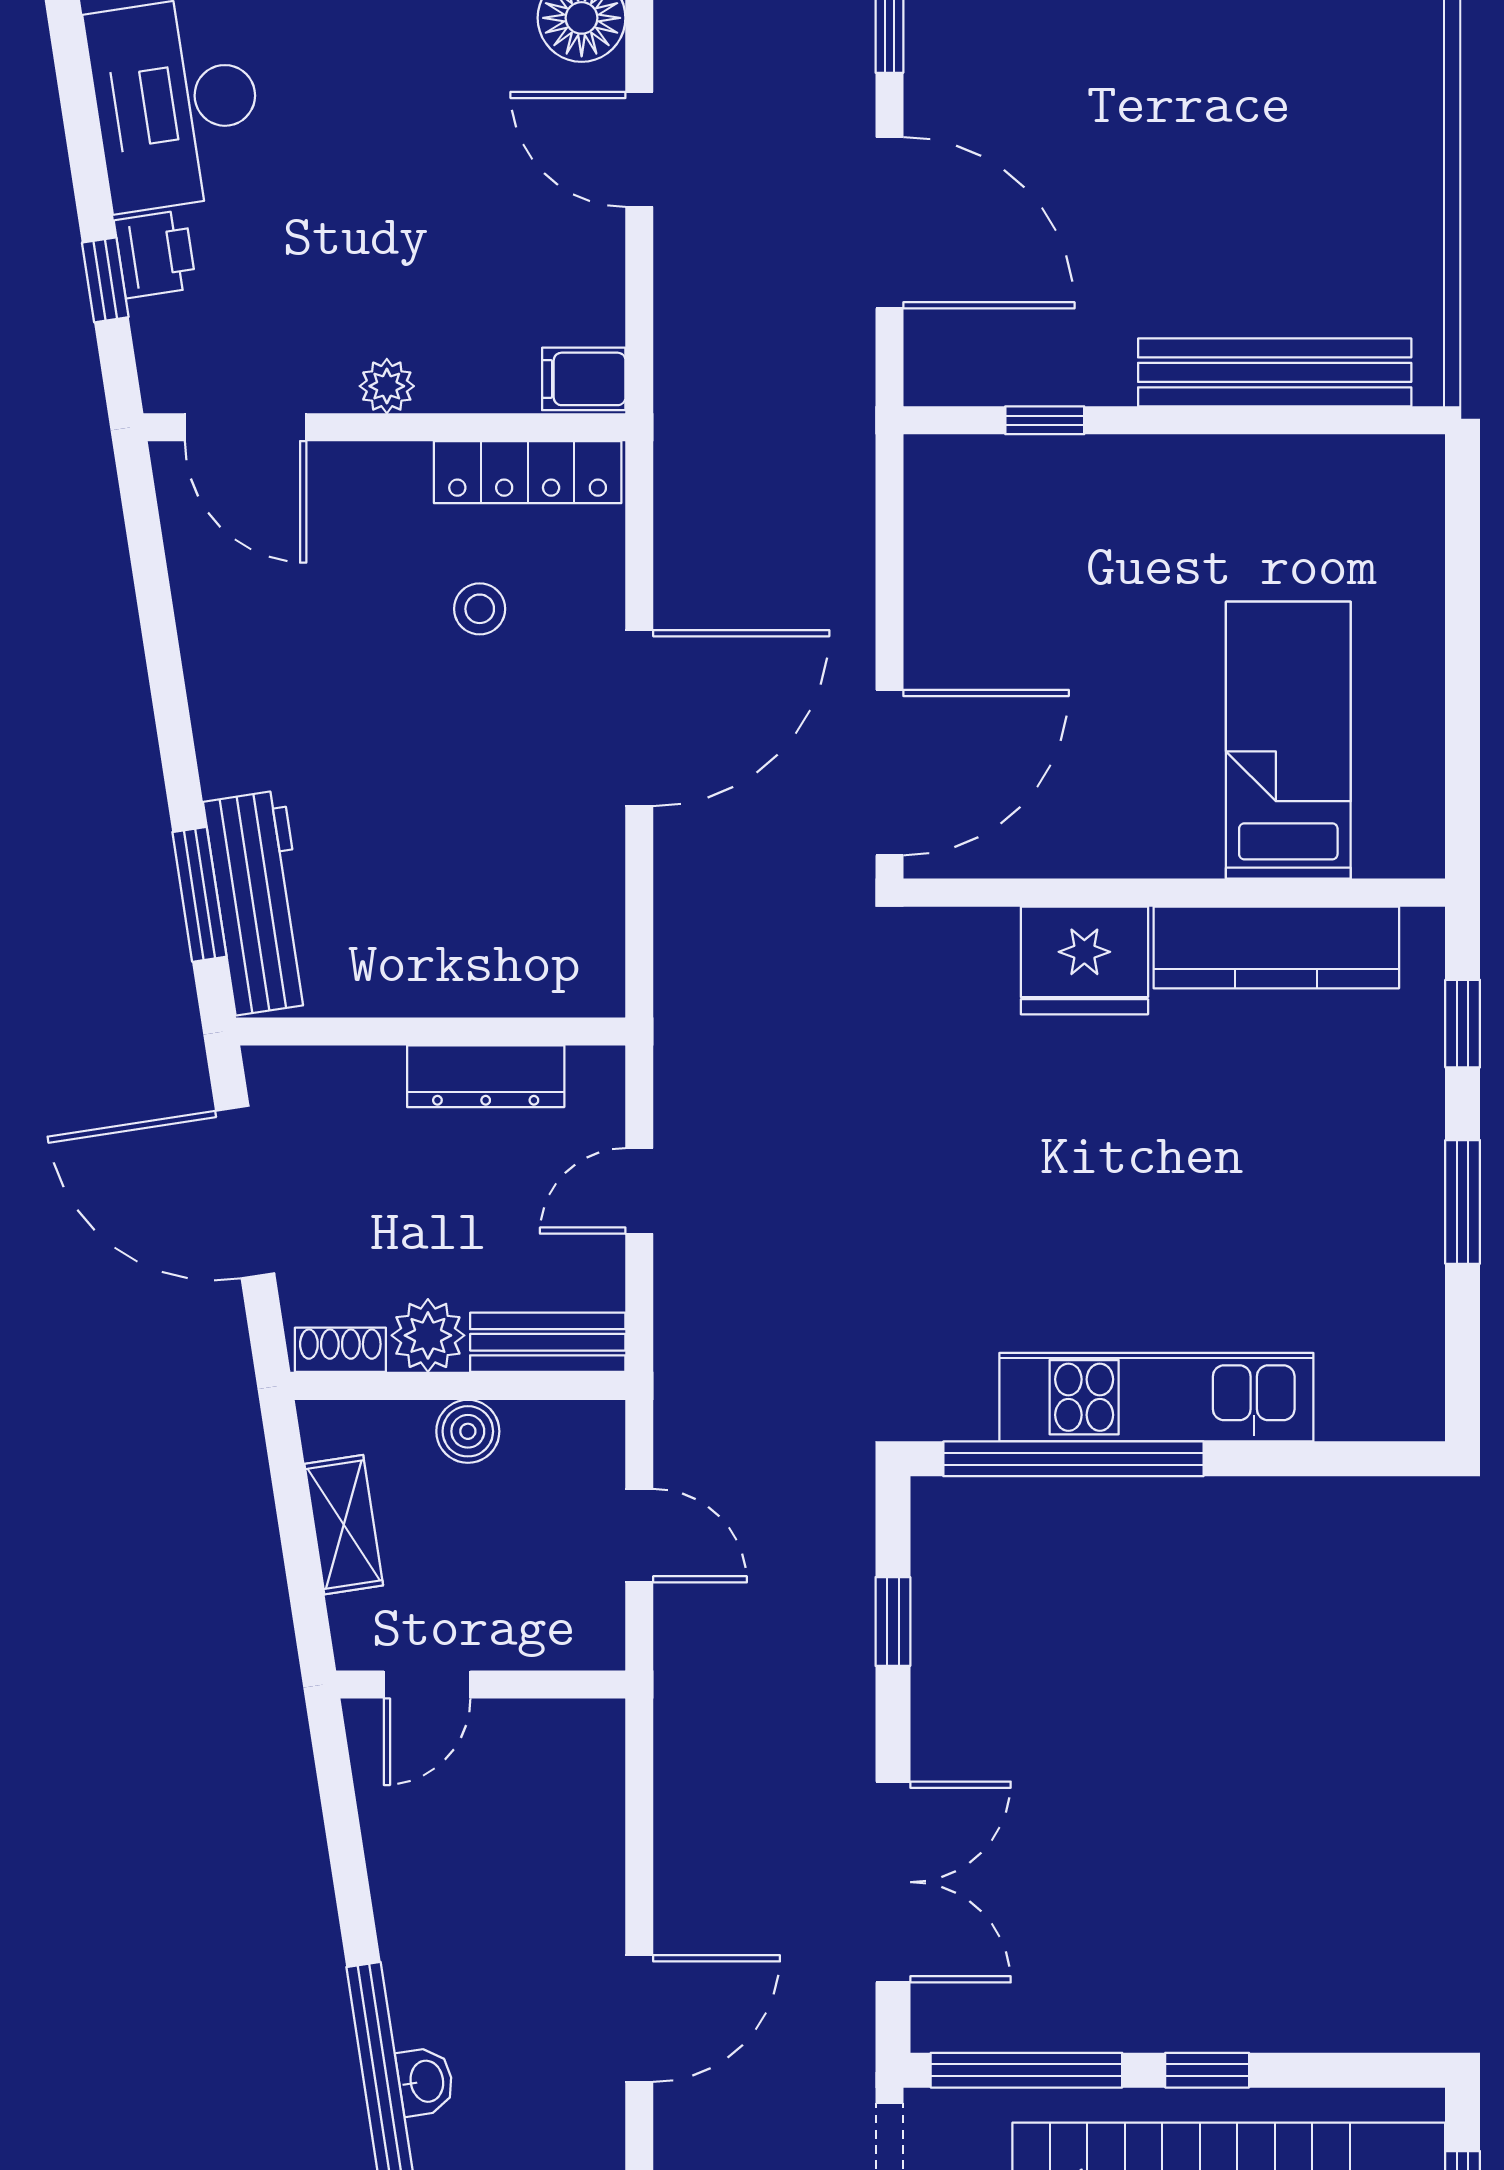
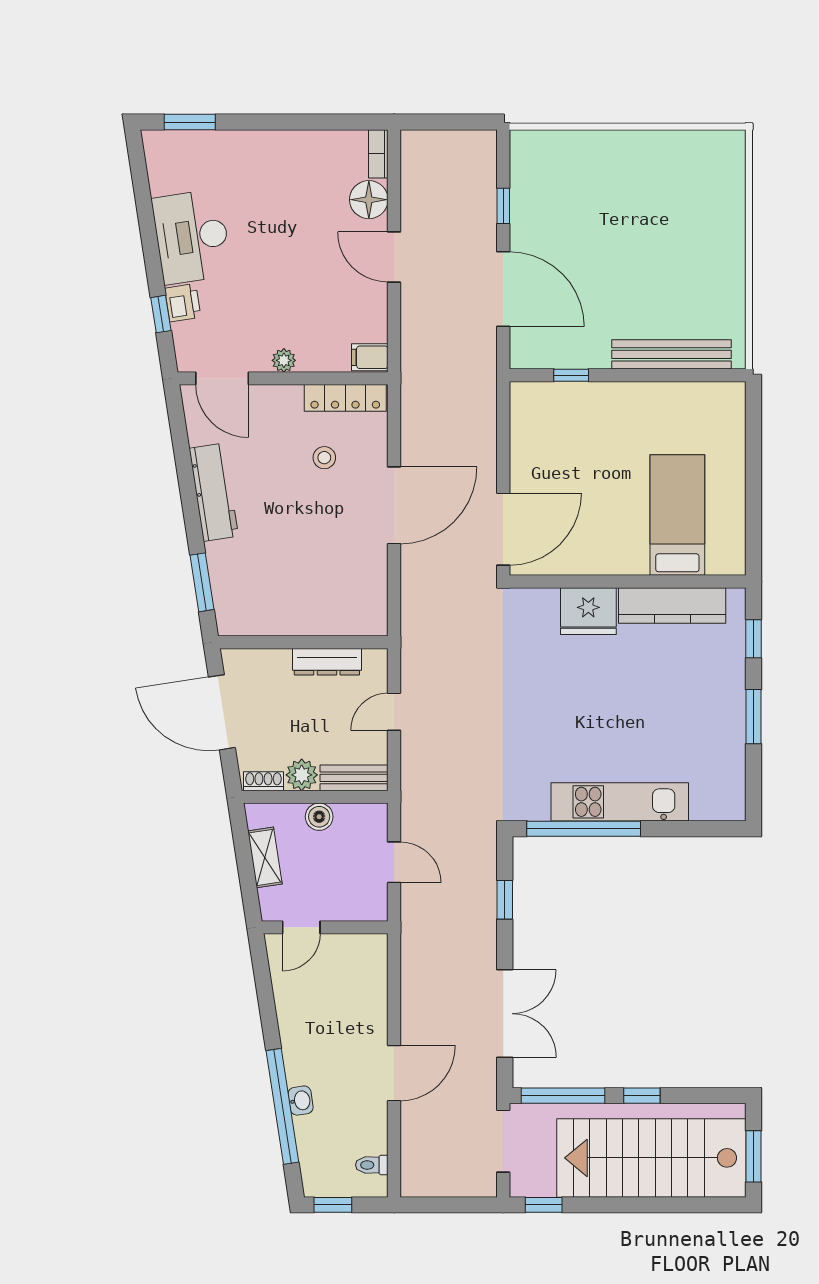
workbench: (259, 903) -> (214, 492), moved

